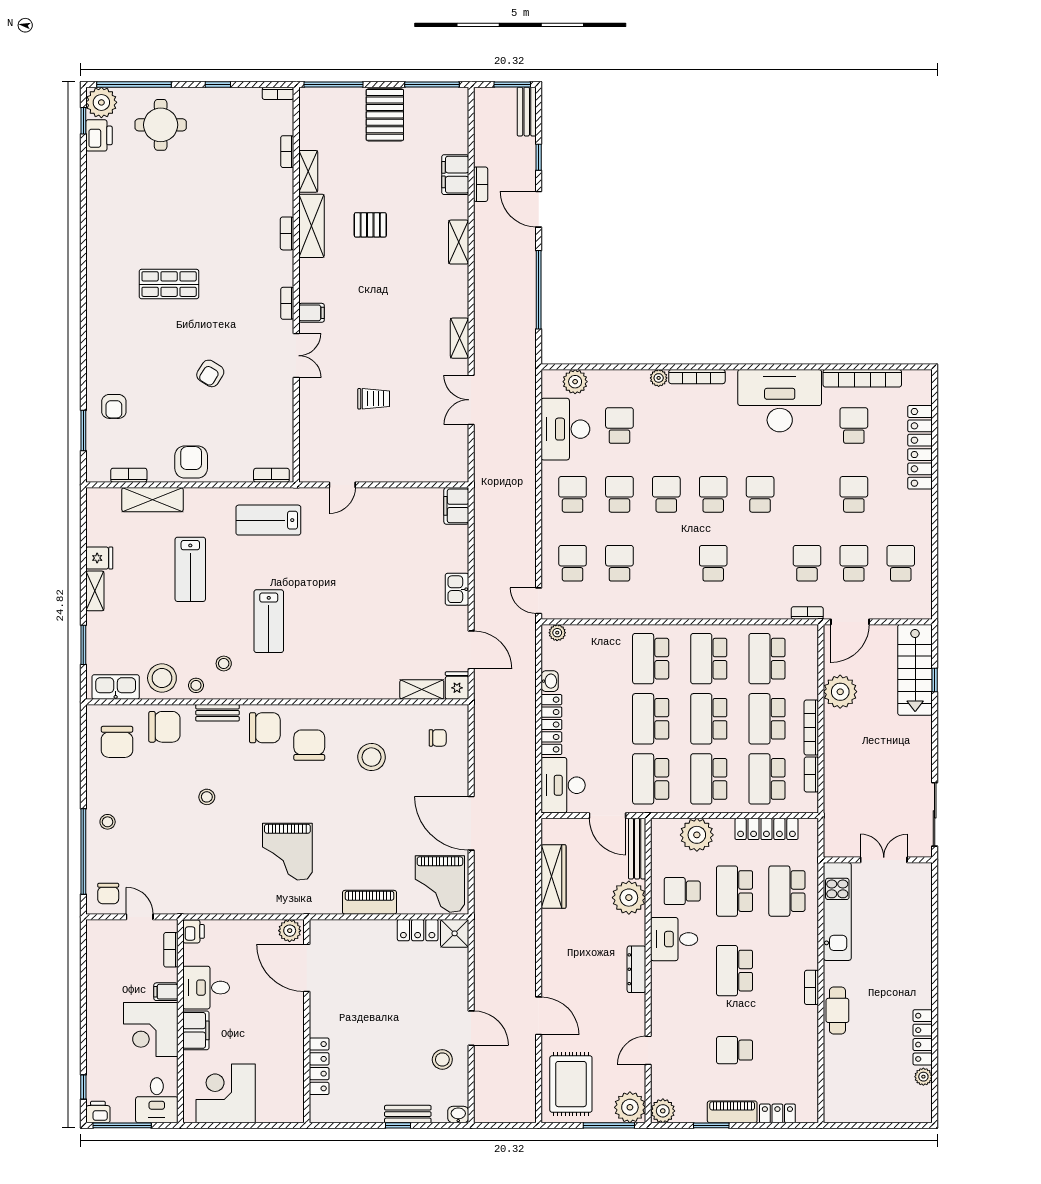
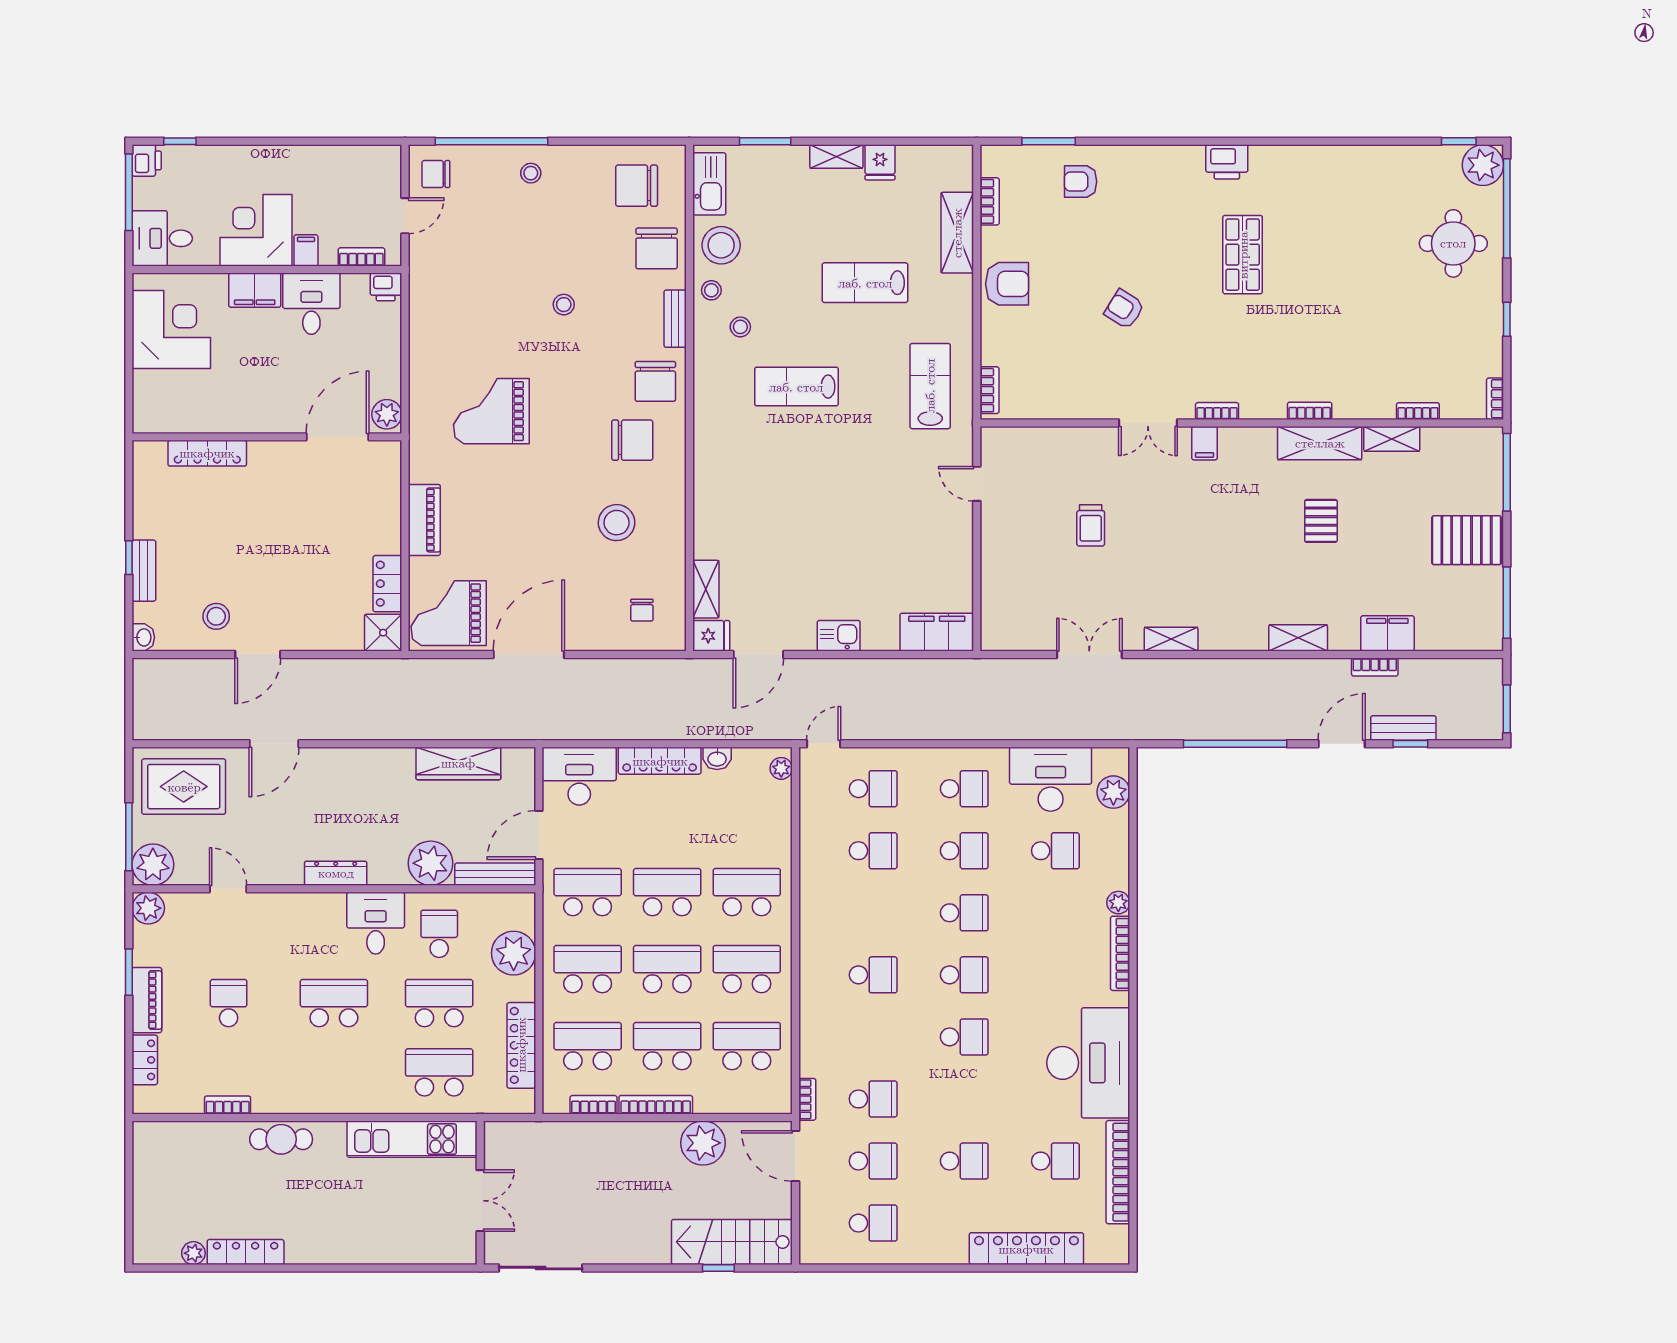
bench: (527, 112) -> (1403, 728), moved
printer: (99, 135) -> (1227, 162), moved
filing cabinet: (456, 506) -> (937, 632), width x1.50, depth x1.17
bookcase: (811, 987) -> (228, 1105), moved

